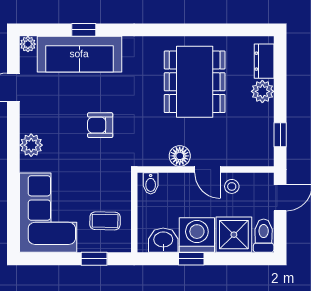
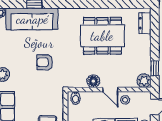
dining table: (195, 82) -> (102, 36), turned 90
plant: (262, 91) -> (144, 81), moved

